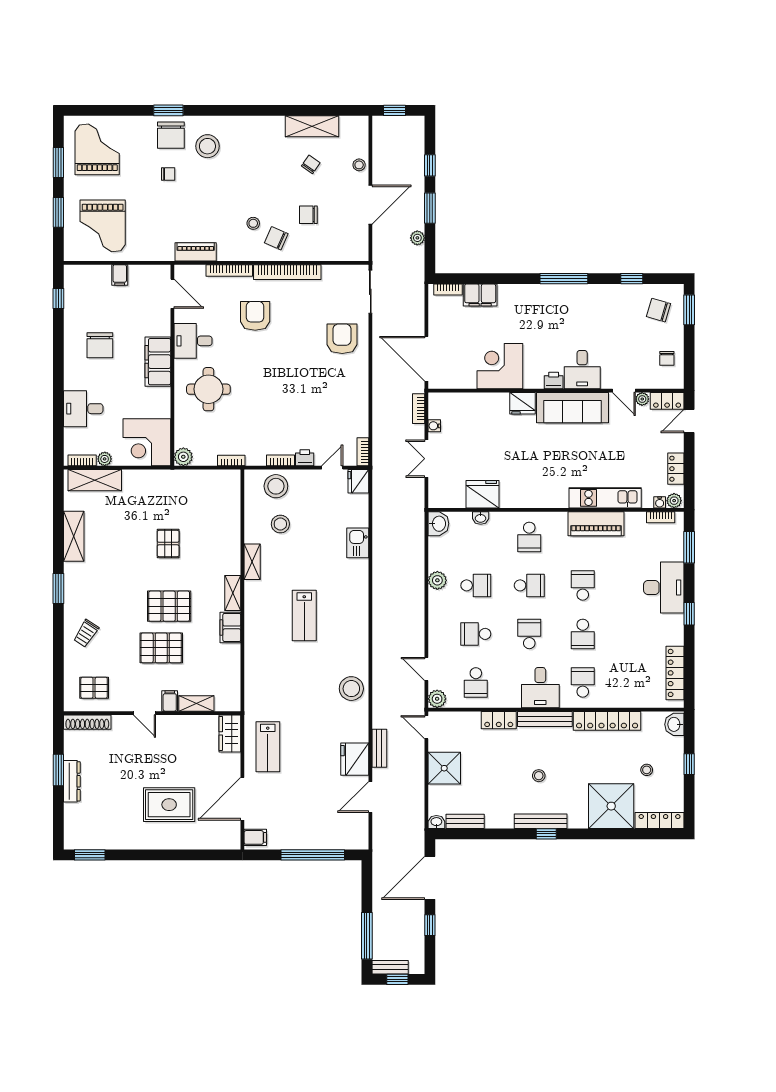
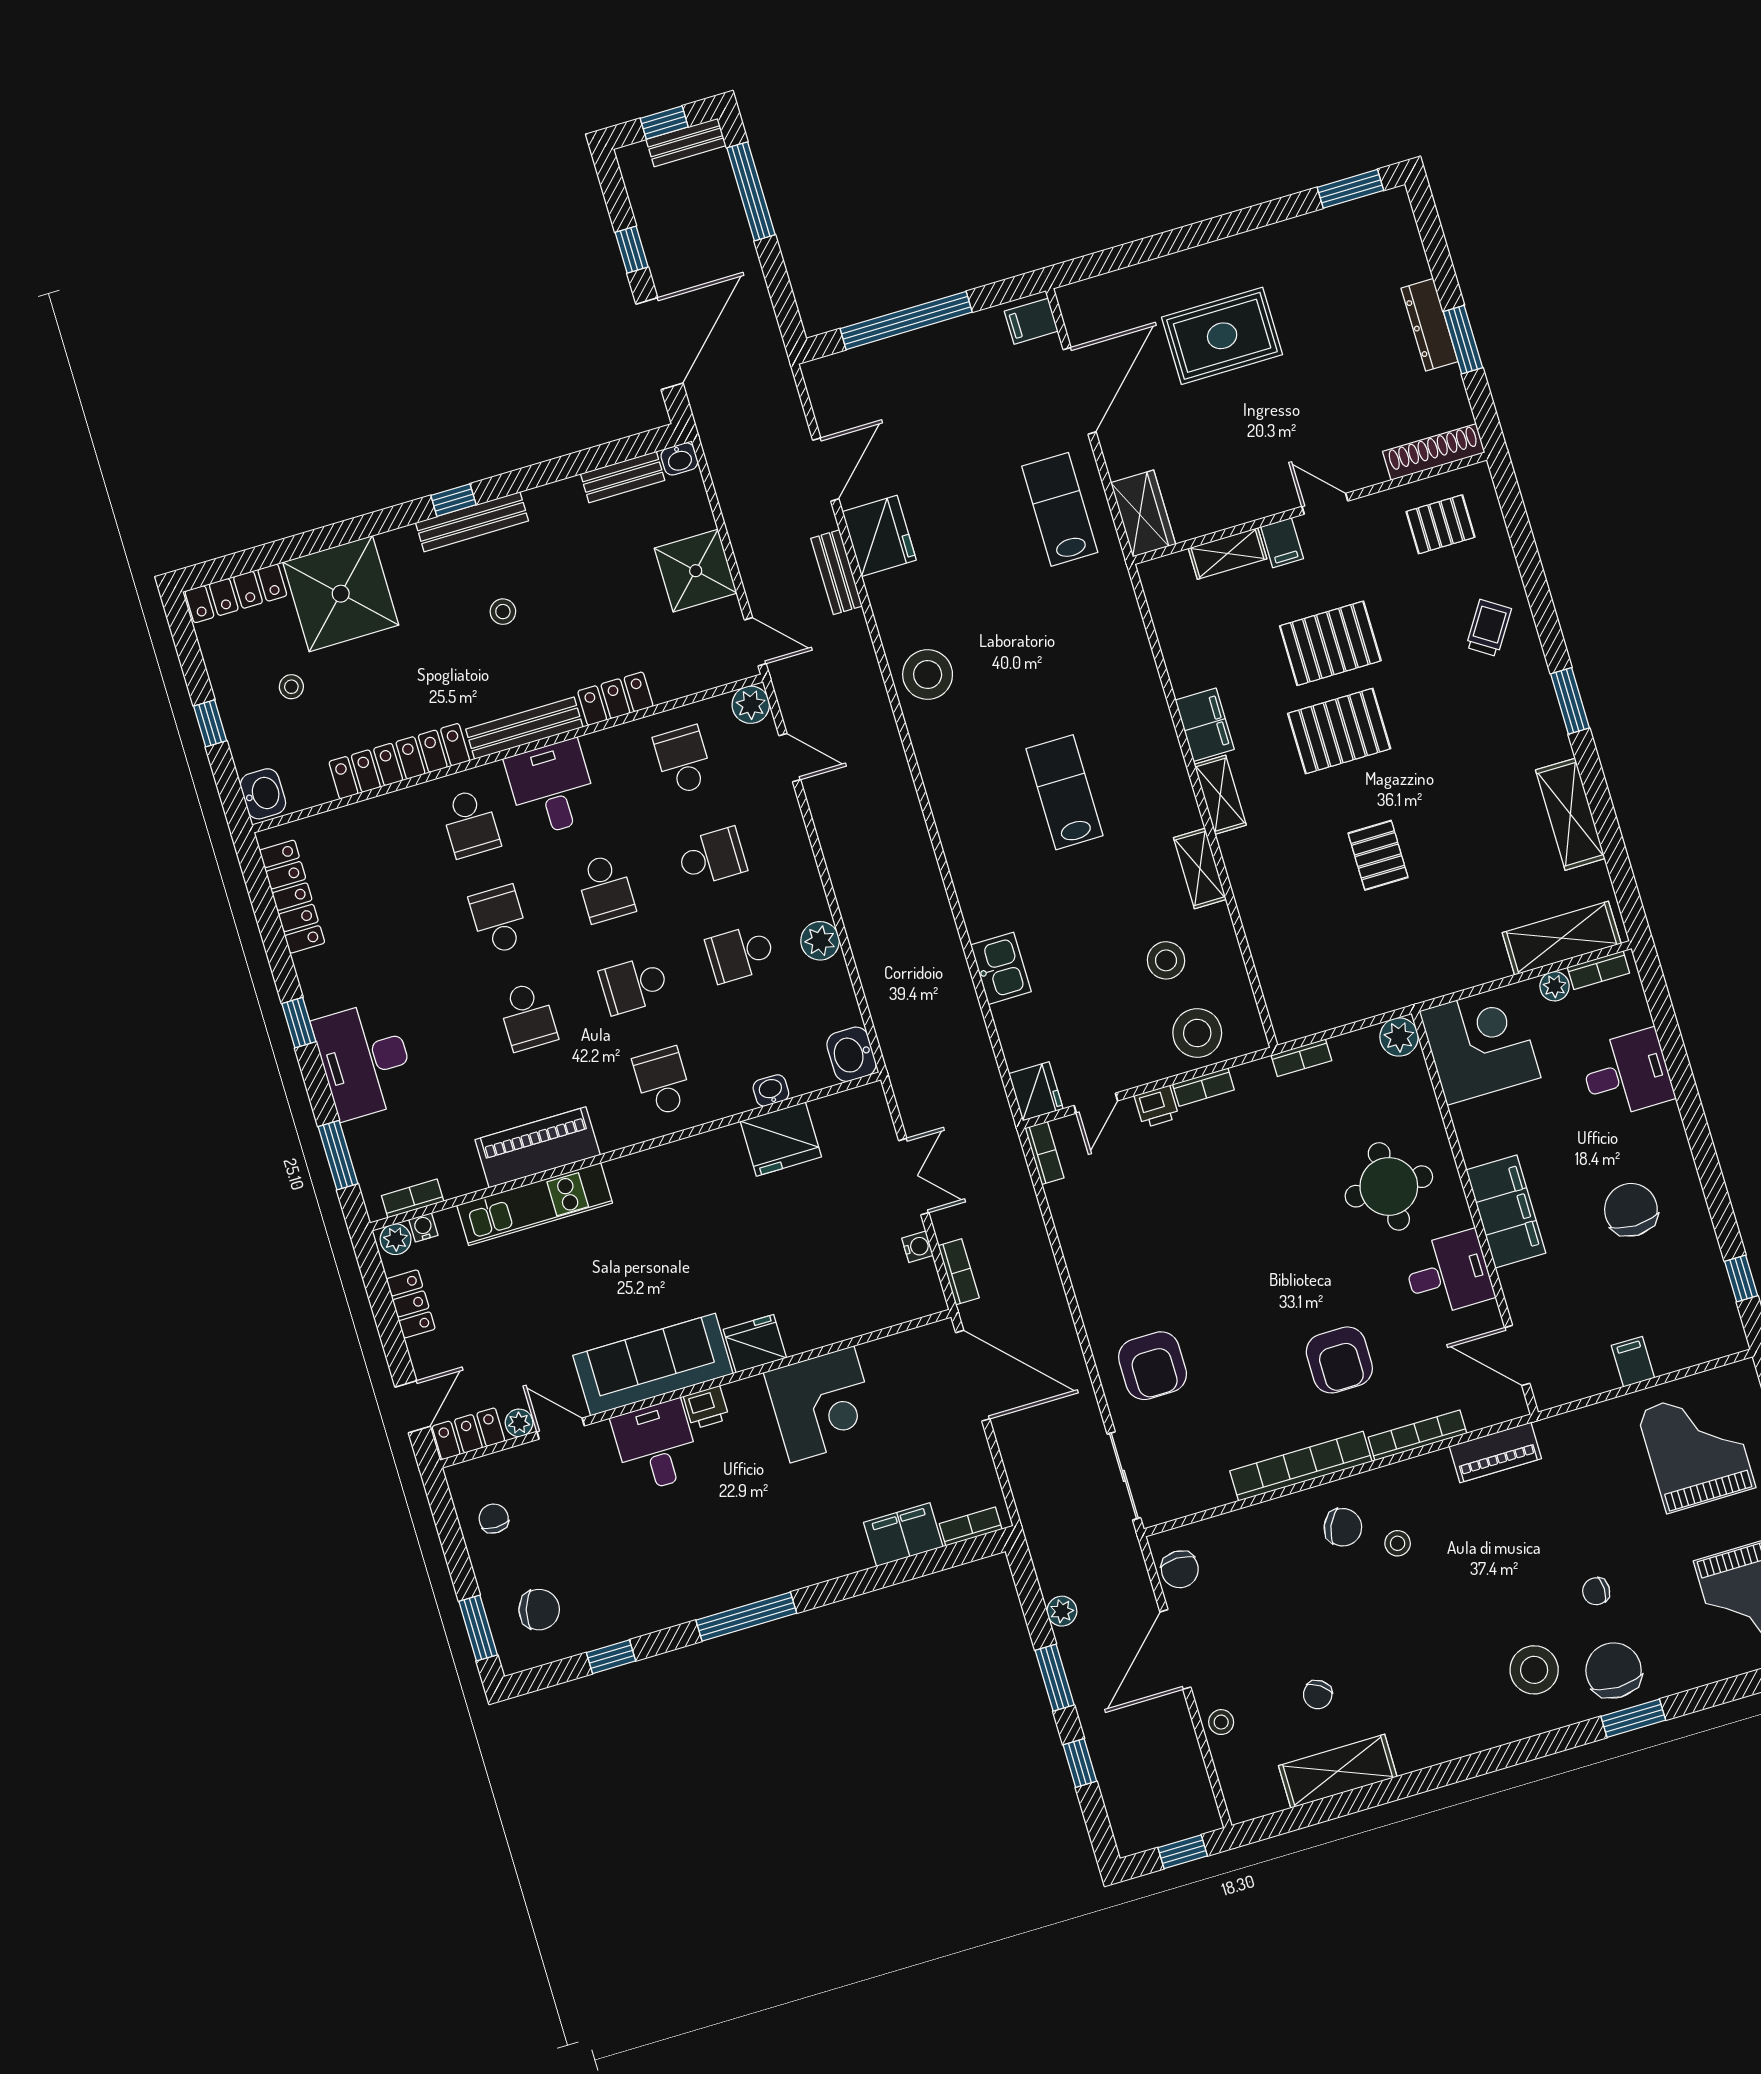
chair: (308, 215) -> (1180, 1569), moved, turned 90

